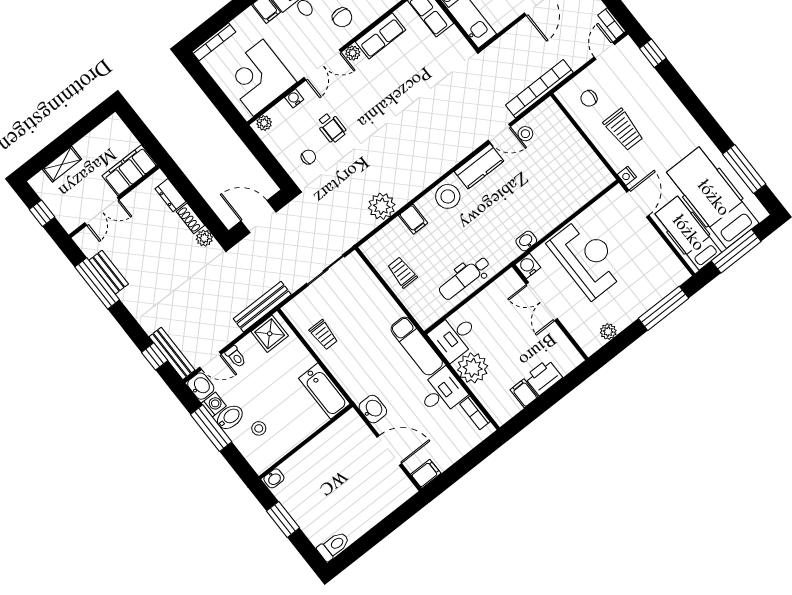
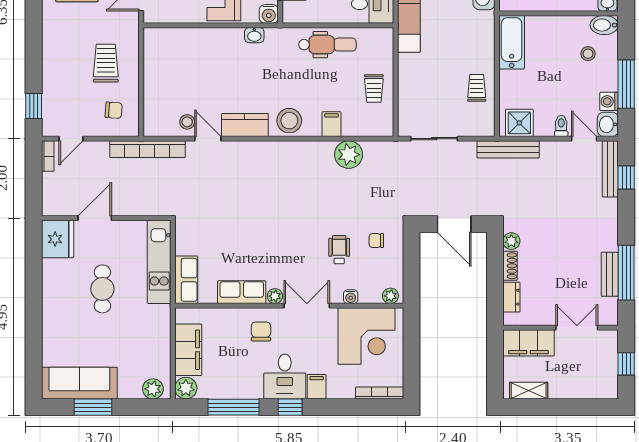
shelving: (62, 164) -> (529, 391), moved
nightstand: (627, 176) -> (132, 24), removed
bidet: (230, 417) -> (604, 25), moved

